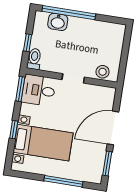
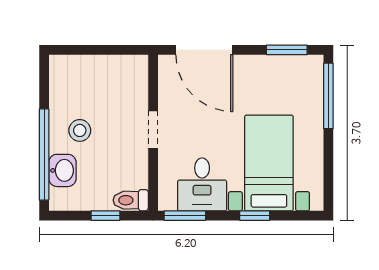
stool: (103, 72) -> (80, 130), moved
desk: (39, 90) -> (202, 184), moved
door: (113, 128) -> (204, 50), moved
window: (63, 181) -> (328, 96), moved

